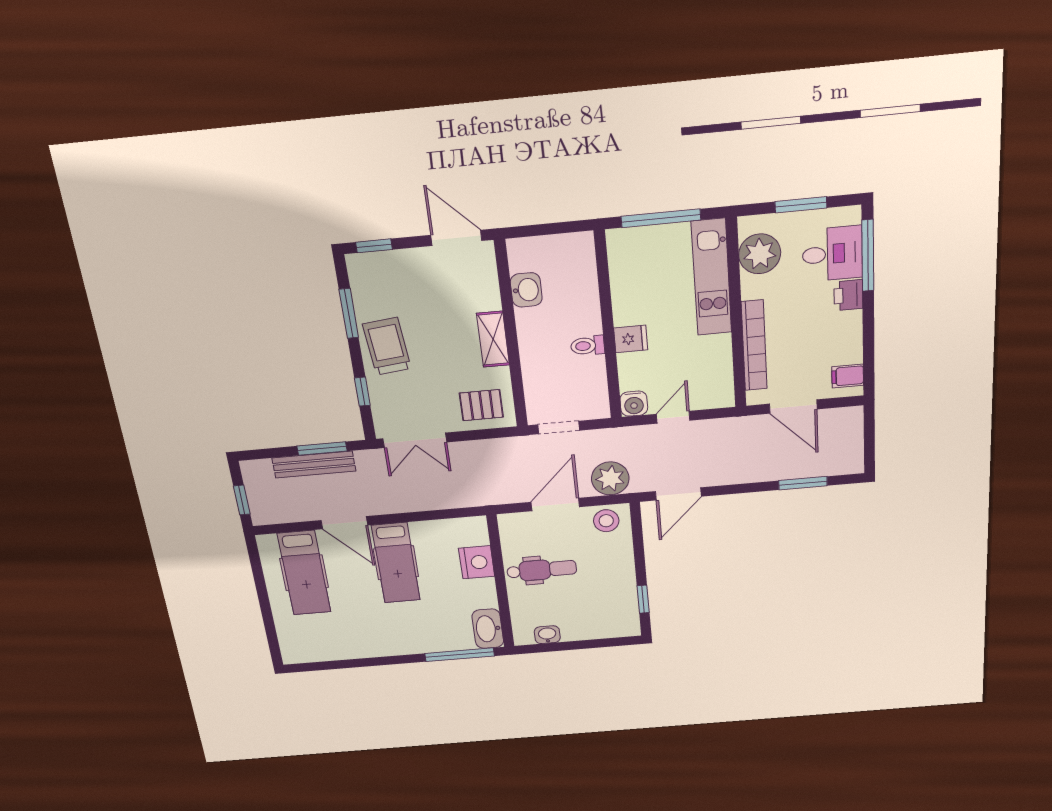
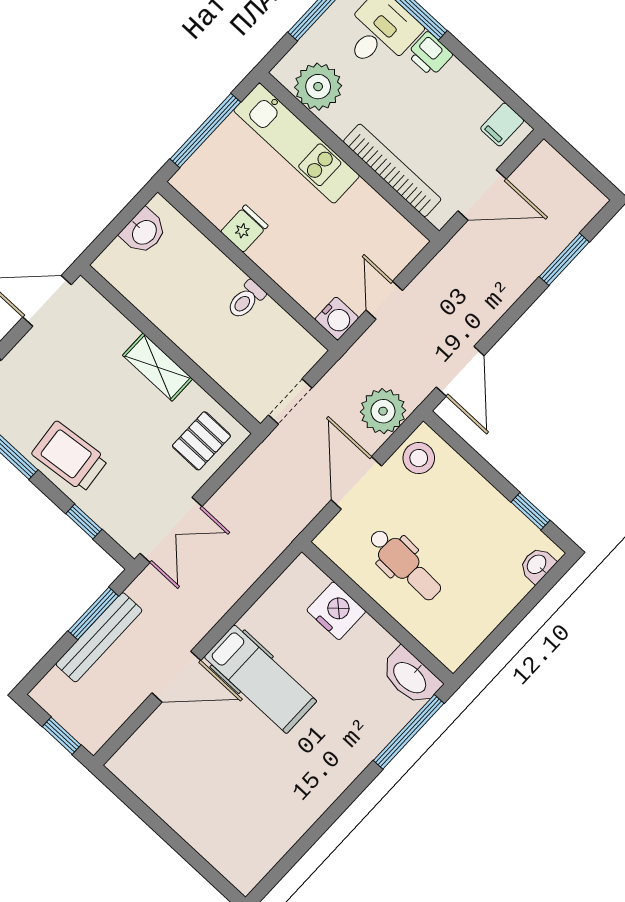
washbasin: (526, 290) -> (144, 232), moved, turned 90
fridge: (631, 339) -> (244, 229), moved
dental chair: (542, 570) -> (405, 564), turned 92
hospital bed: (304, 573) -> (182, 768), removed
washbasin: (547, 635) -> (537, 565), moved

